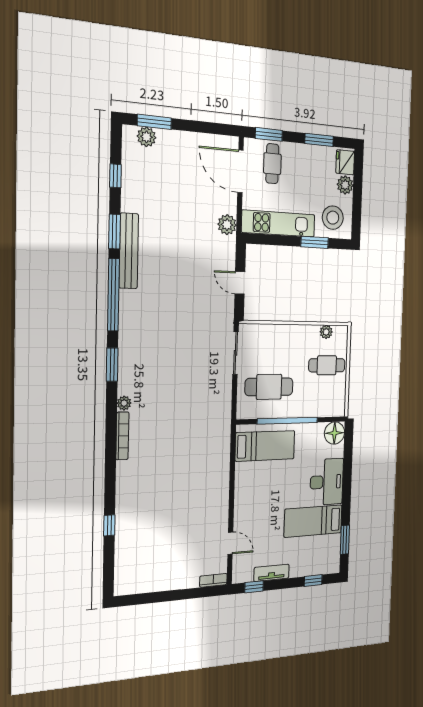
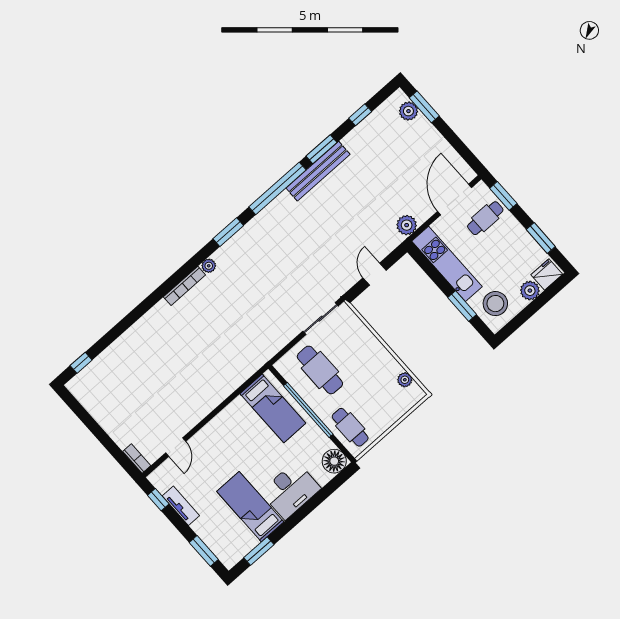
cafe table: (327, 365) -> (350, 427), moved
window: (109, 525) -> (81, 363), moved
window: (313, 580) -> (204, 551), width x1.50

